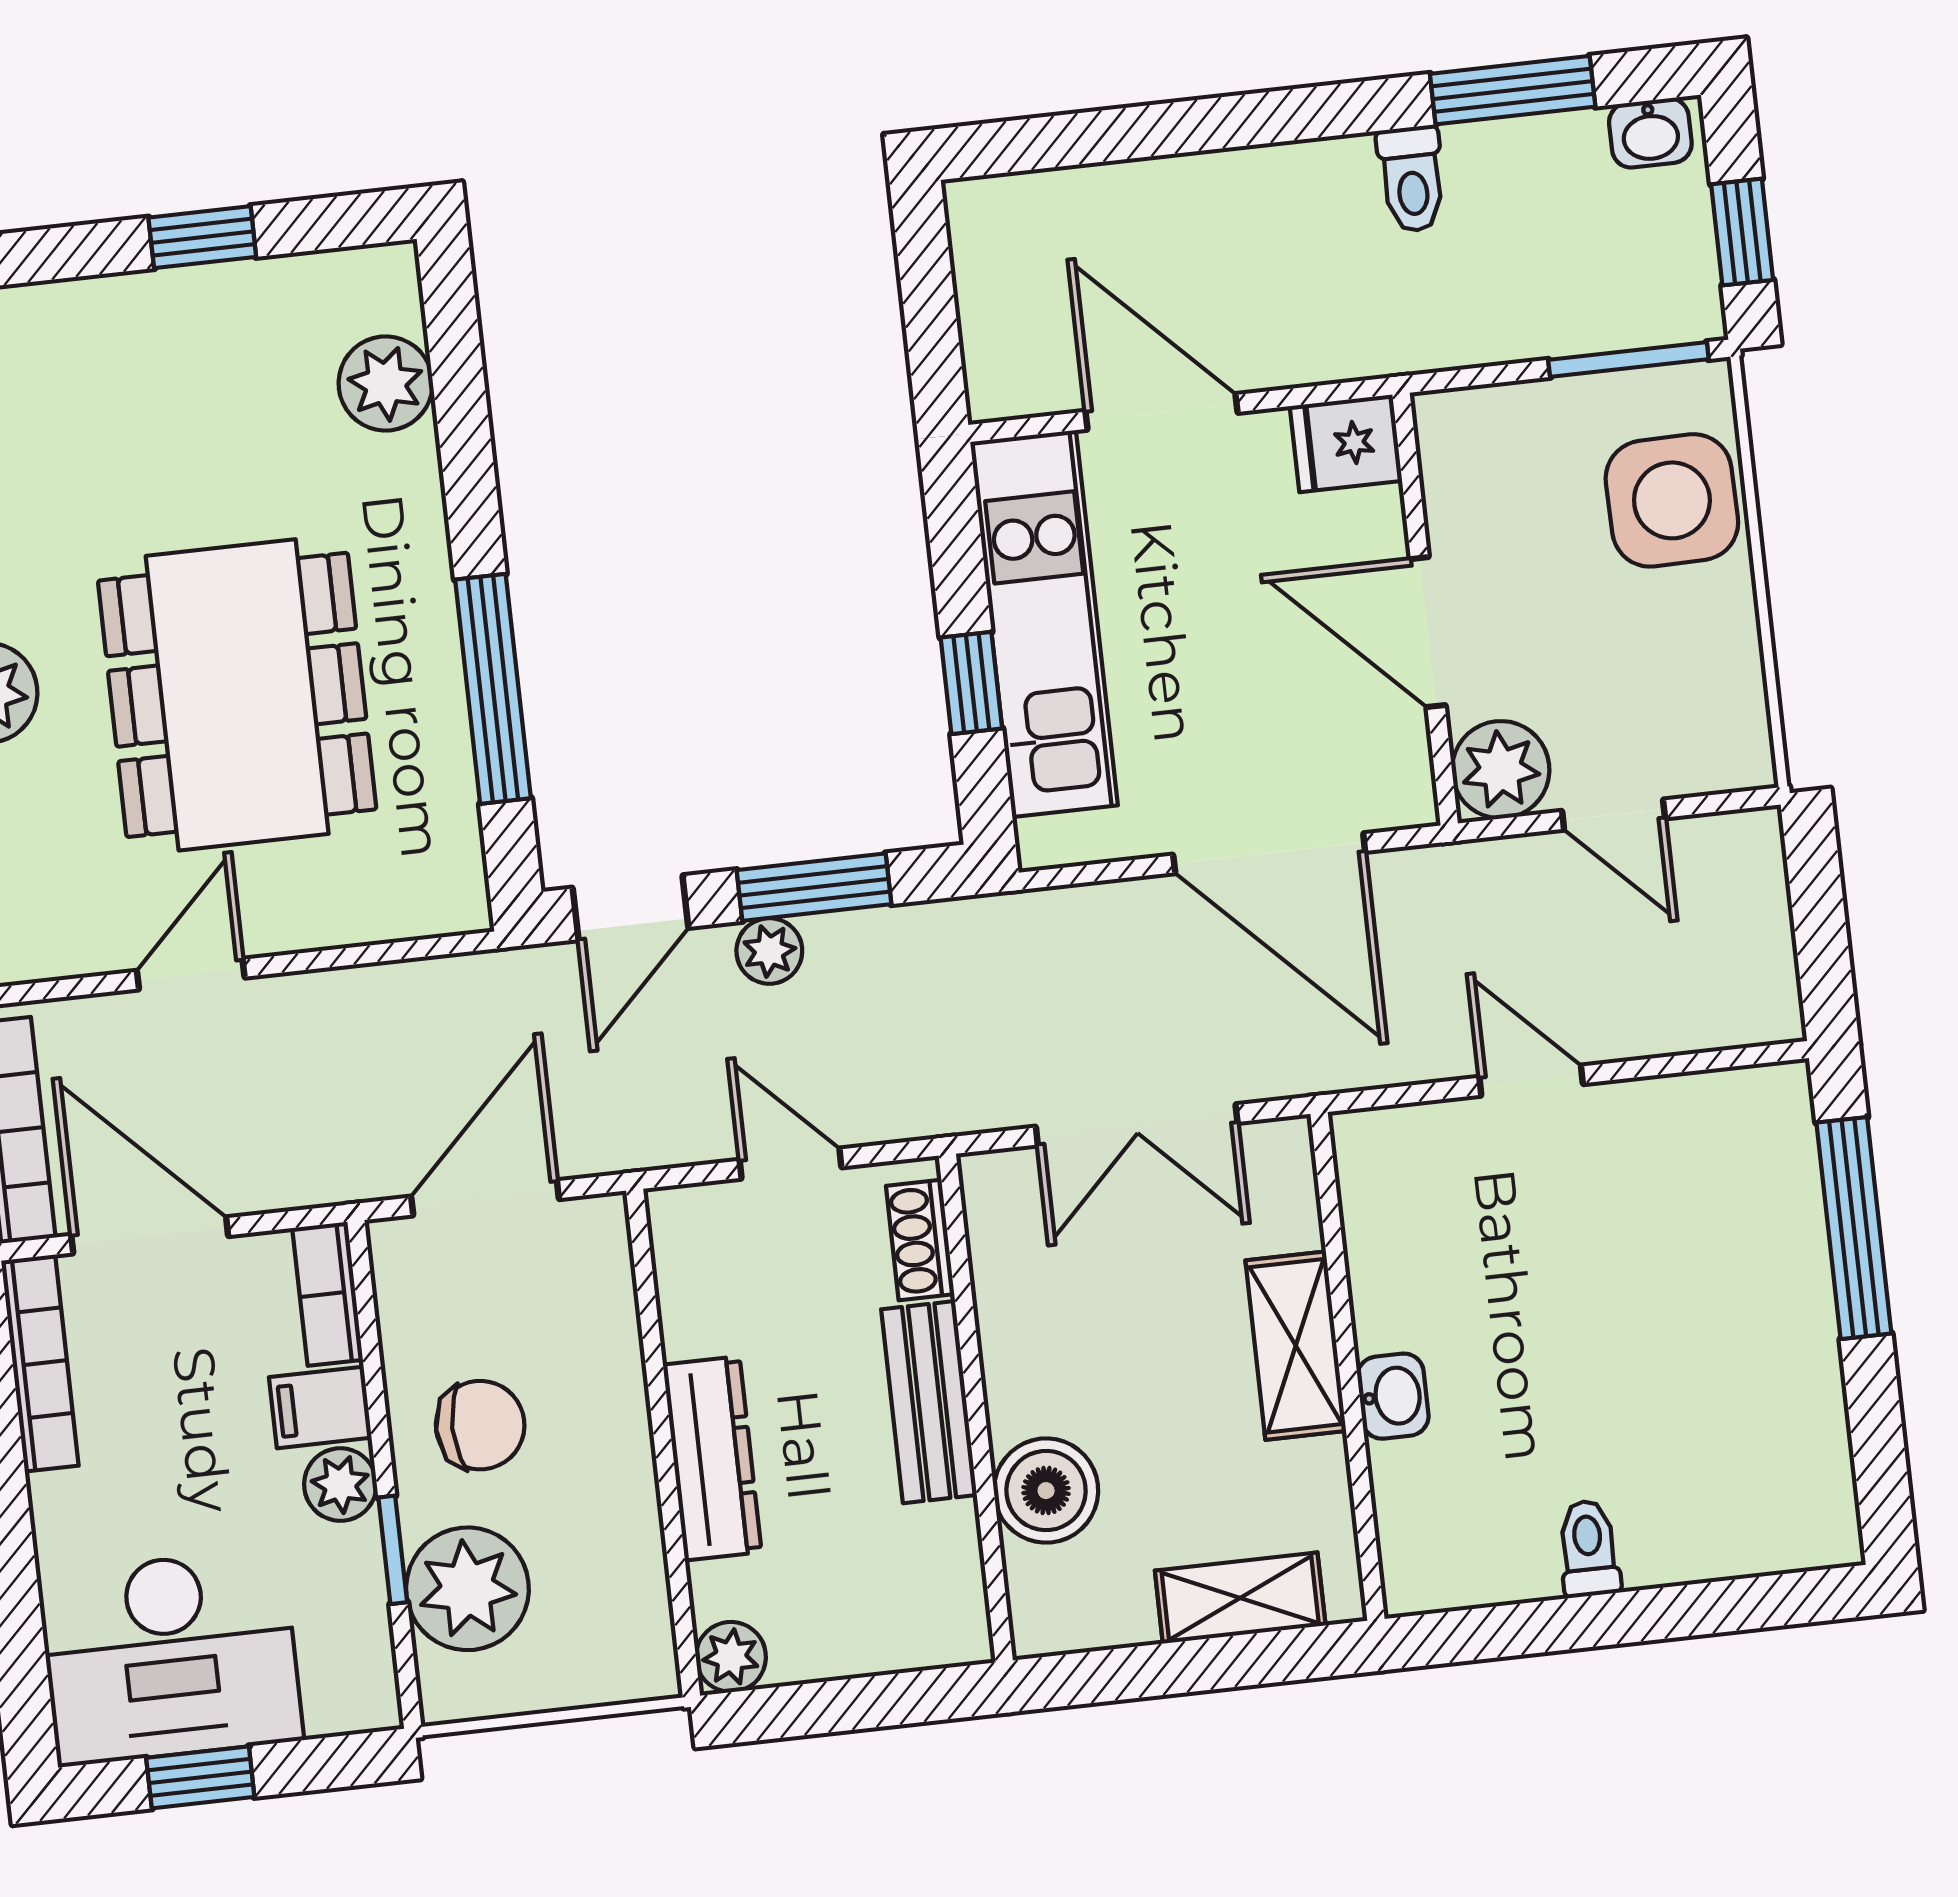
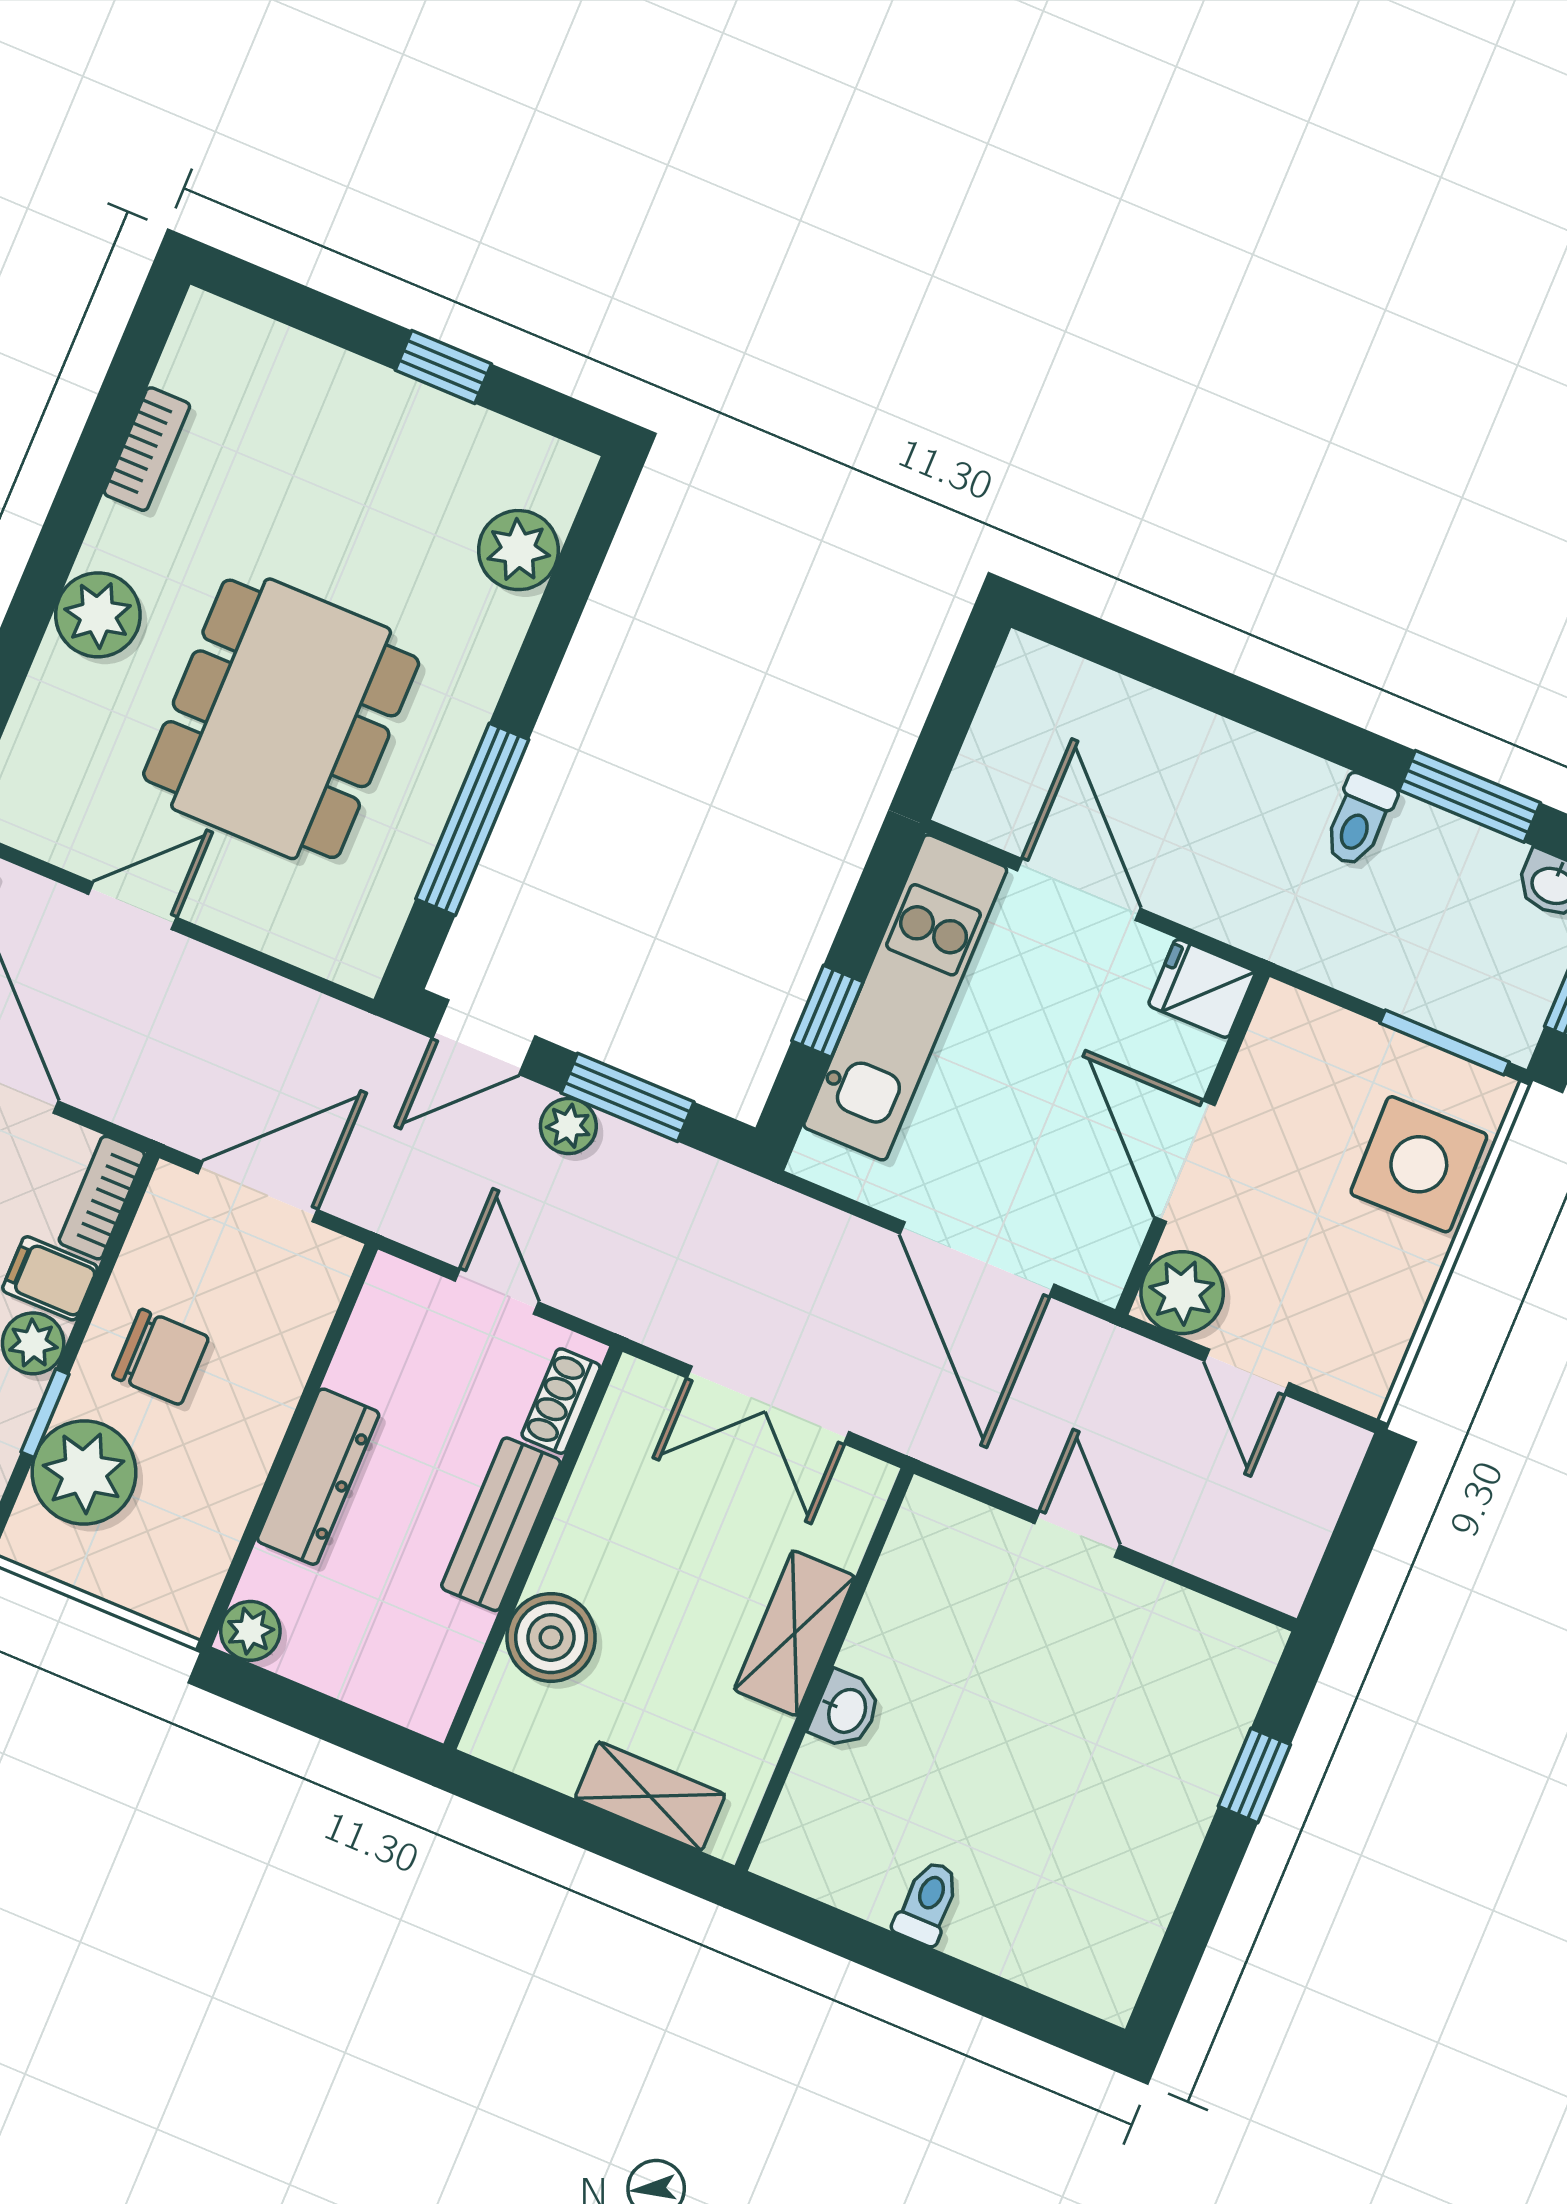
window: (1854, 1228) -> (1254, 1775), width x0.46

